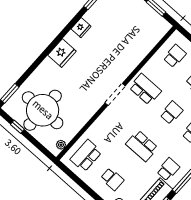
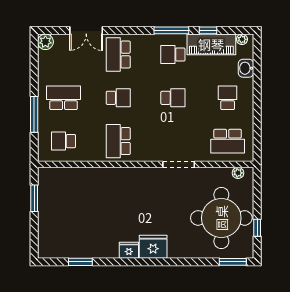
fridge: (81, 28) -> (129, 250), moved
doorway: (115, 94) -> (179, 164), moved
school desk: (171, 113) -> (118, 98), turned 180
school desk: (142, 146) -> (173, 98), width x0.54

